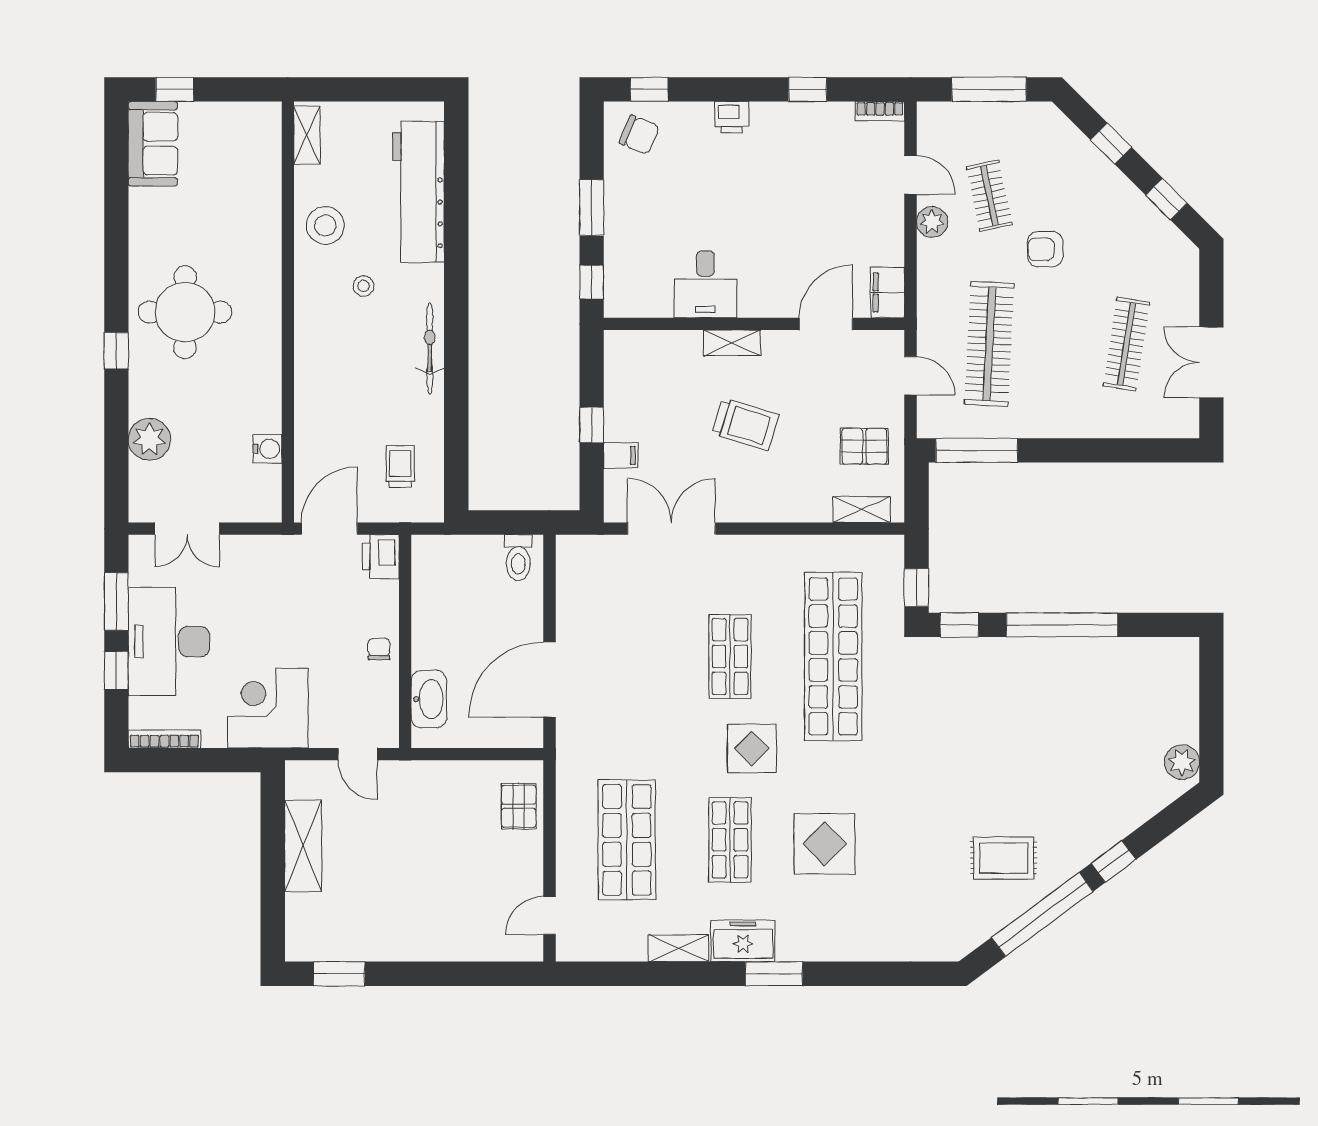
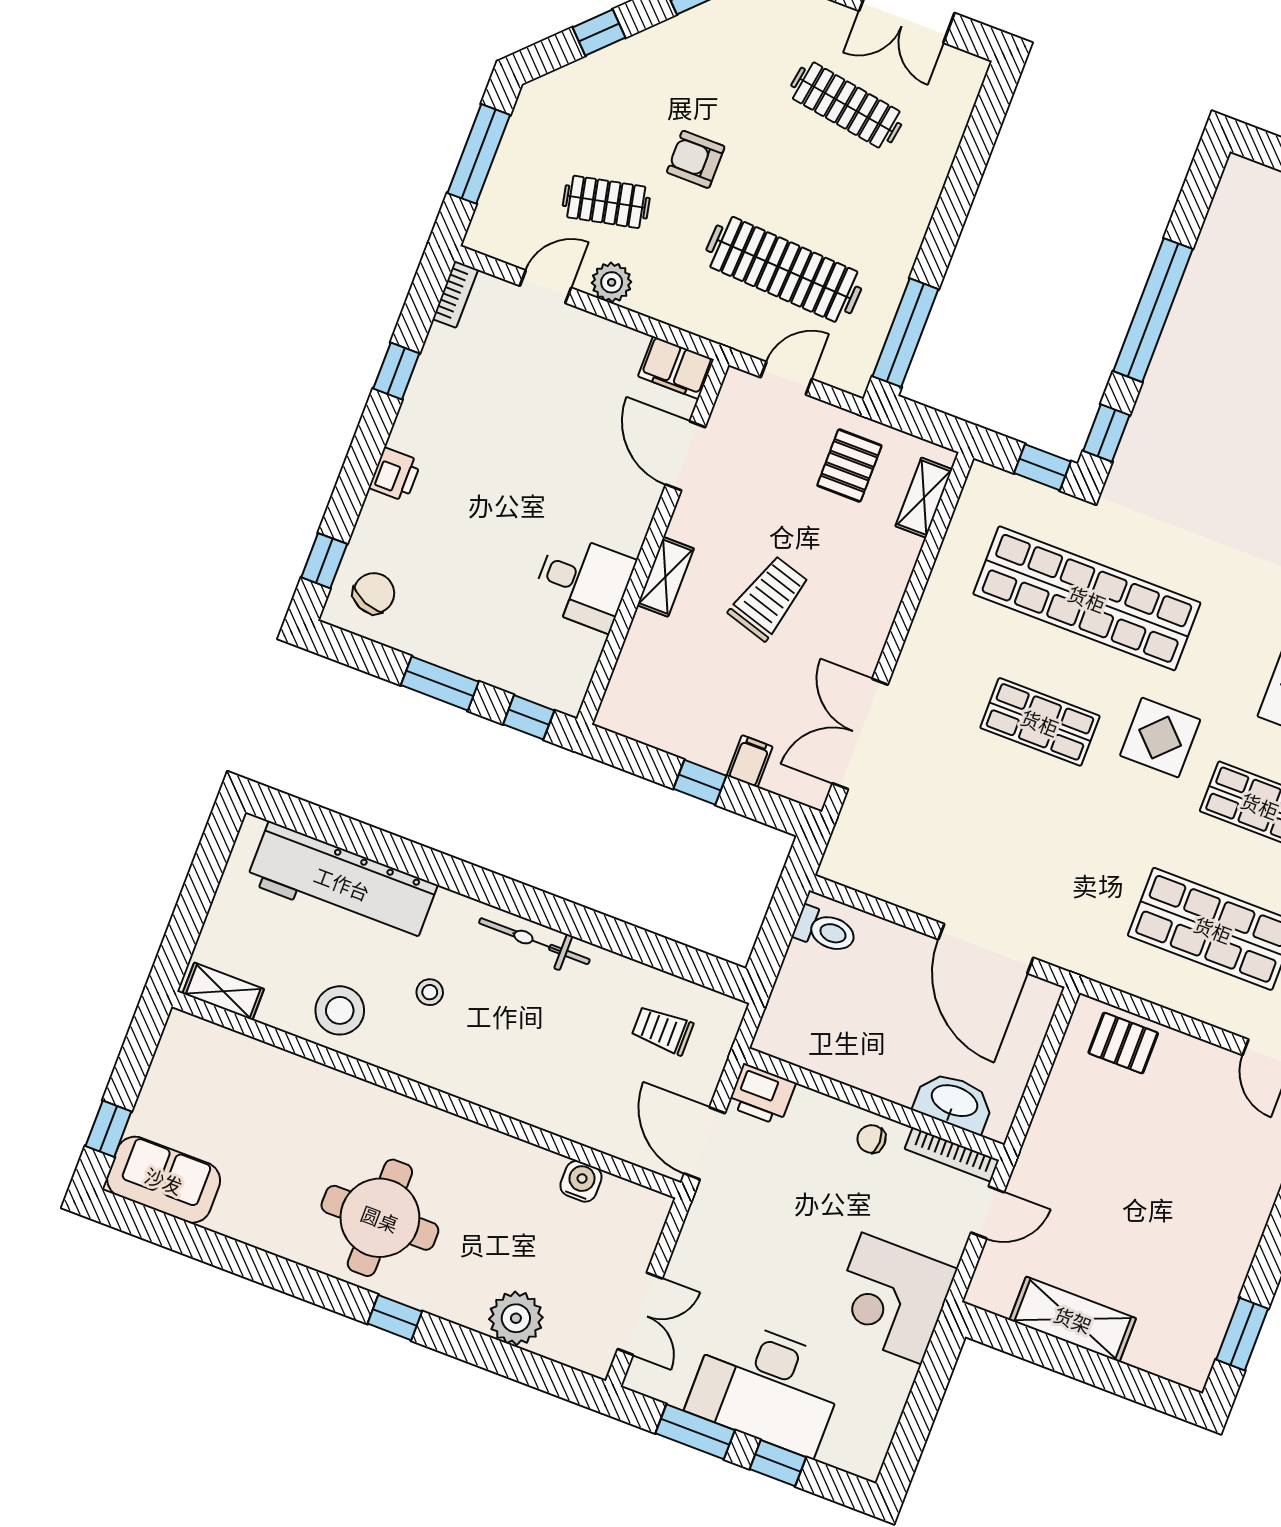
armchair: (1045, 249) -> (696, 159), turned 90
bookcase: (164, 739) -> (952, 1154), moved, turned -90

